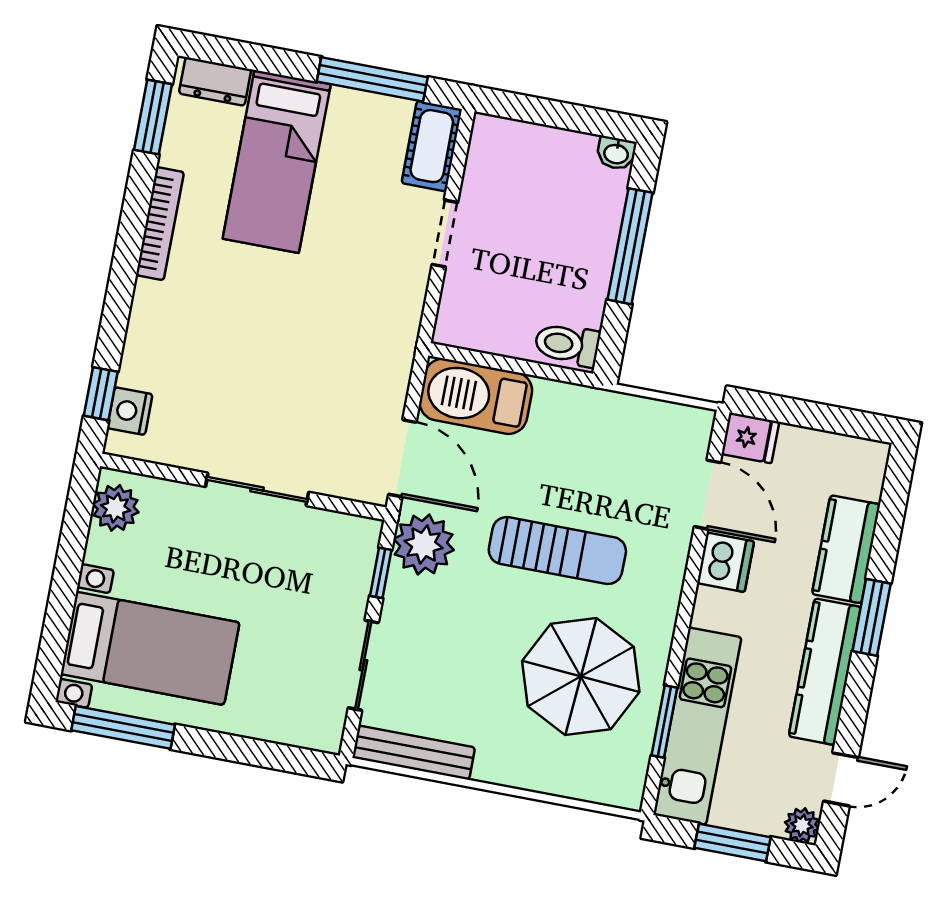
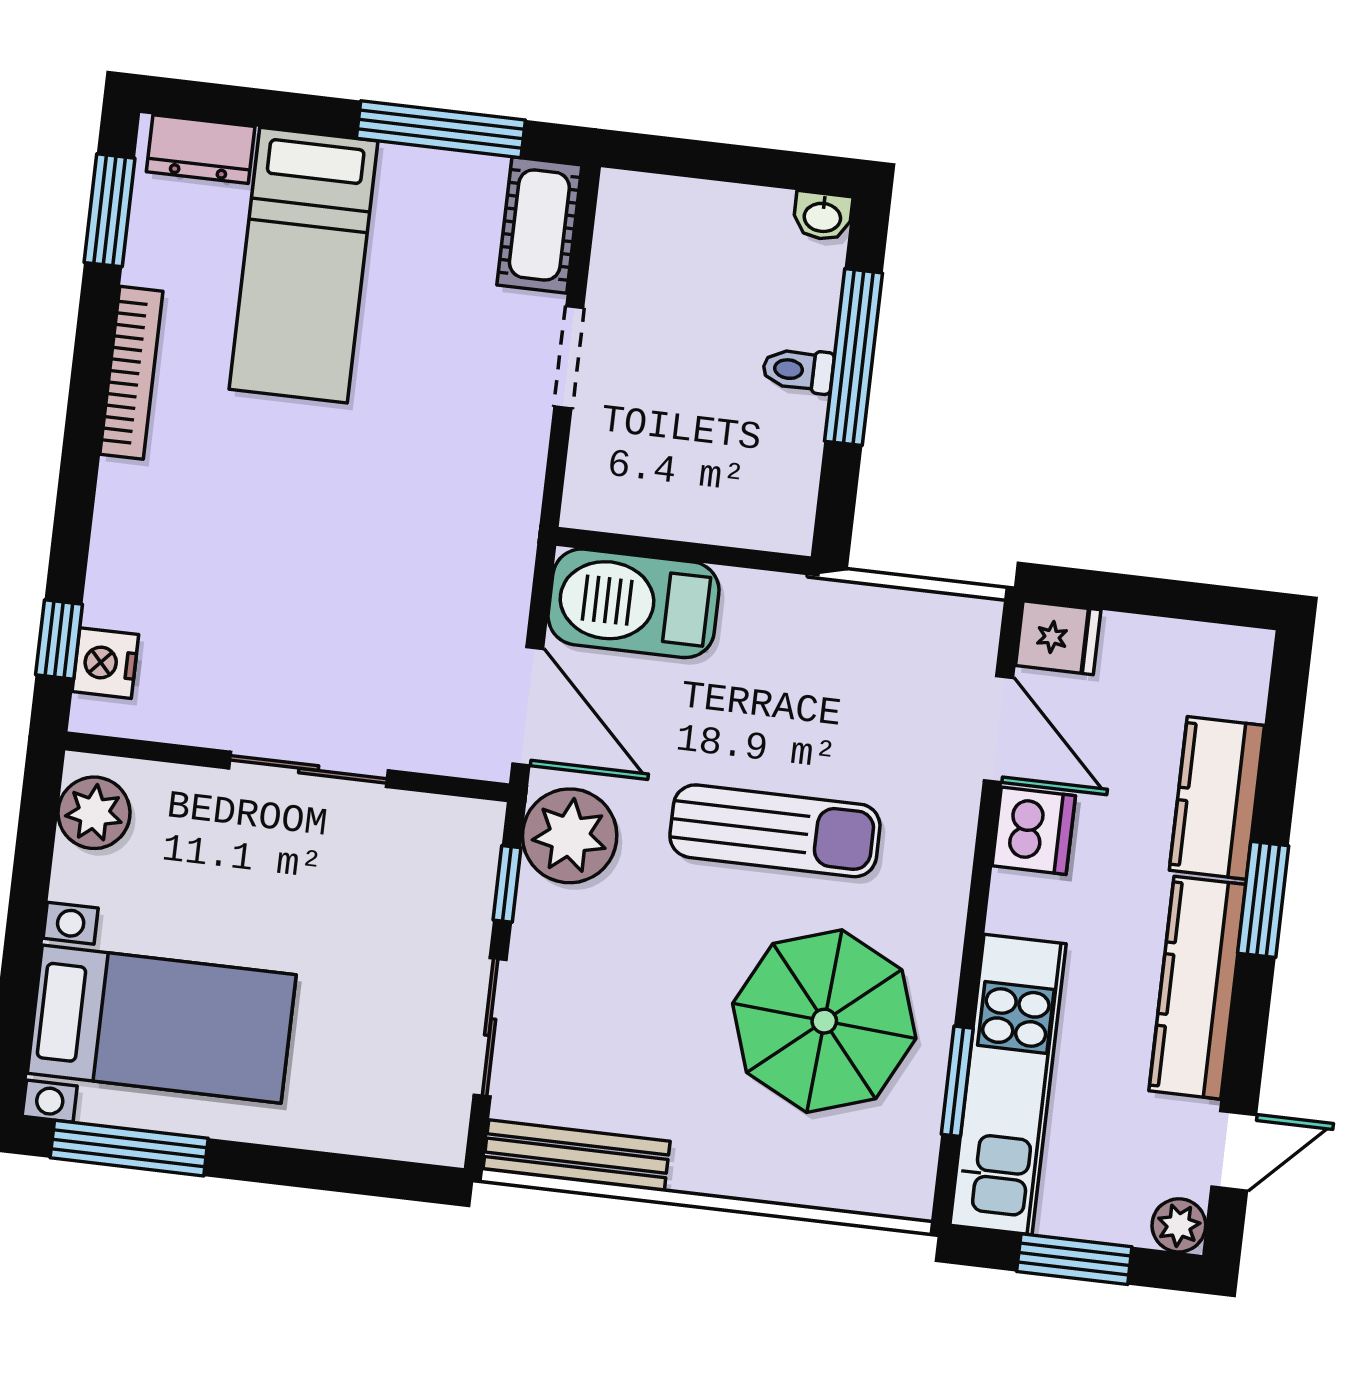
toilet: (567, 344) -> (798, 370), moved, width x0.73, depth x0.72

